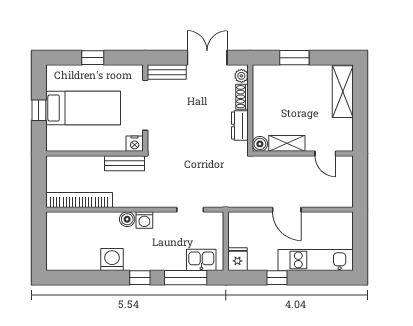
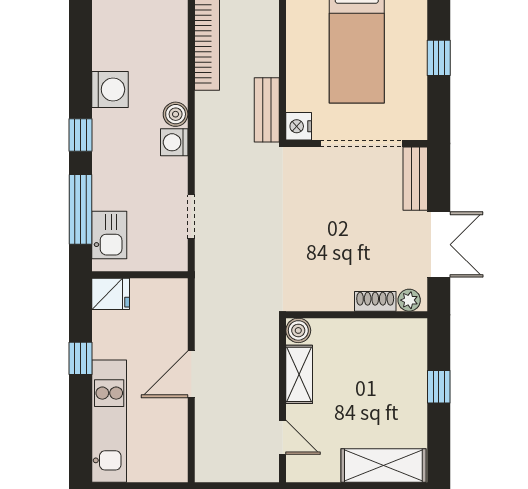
window: (294, 58) -> (439, 387), width x0.67
dresser: (240, 126) -> (328, 298), removed
door: (325, 154) -> (283, 437), swing flipped

